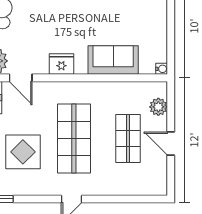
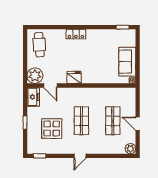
sofa: (113, 60) -> (127, 62), moved, turned -90
plant: (158, 107) -> (130, 149), moved
shop shelf: (74, 138) -> (81, 121), width x0.70, depth x0.74

